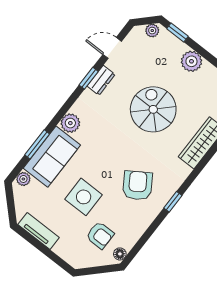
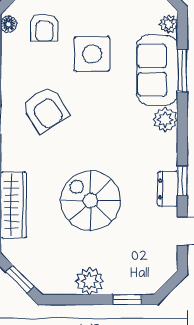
plant: (152, 31) -> (155, 281), removed
spiral stairs: (153, 109) -> (90, 201), turned 180
armchair: (100, 235) -> (44, 27), turned -90

